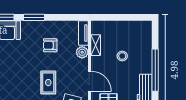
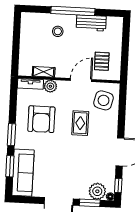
armchair: (50, 45) -> (41, 119), width x1.88, depth x1.88
stool: (122, 56) -> (58, 31), moved
rug: (48, 83) -> (80, 123), turned 90

